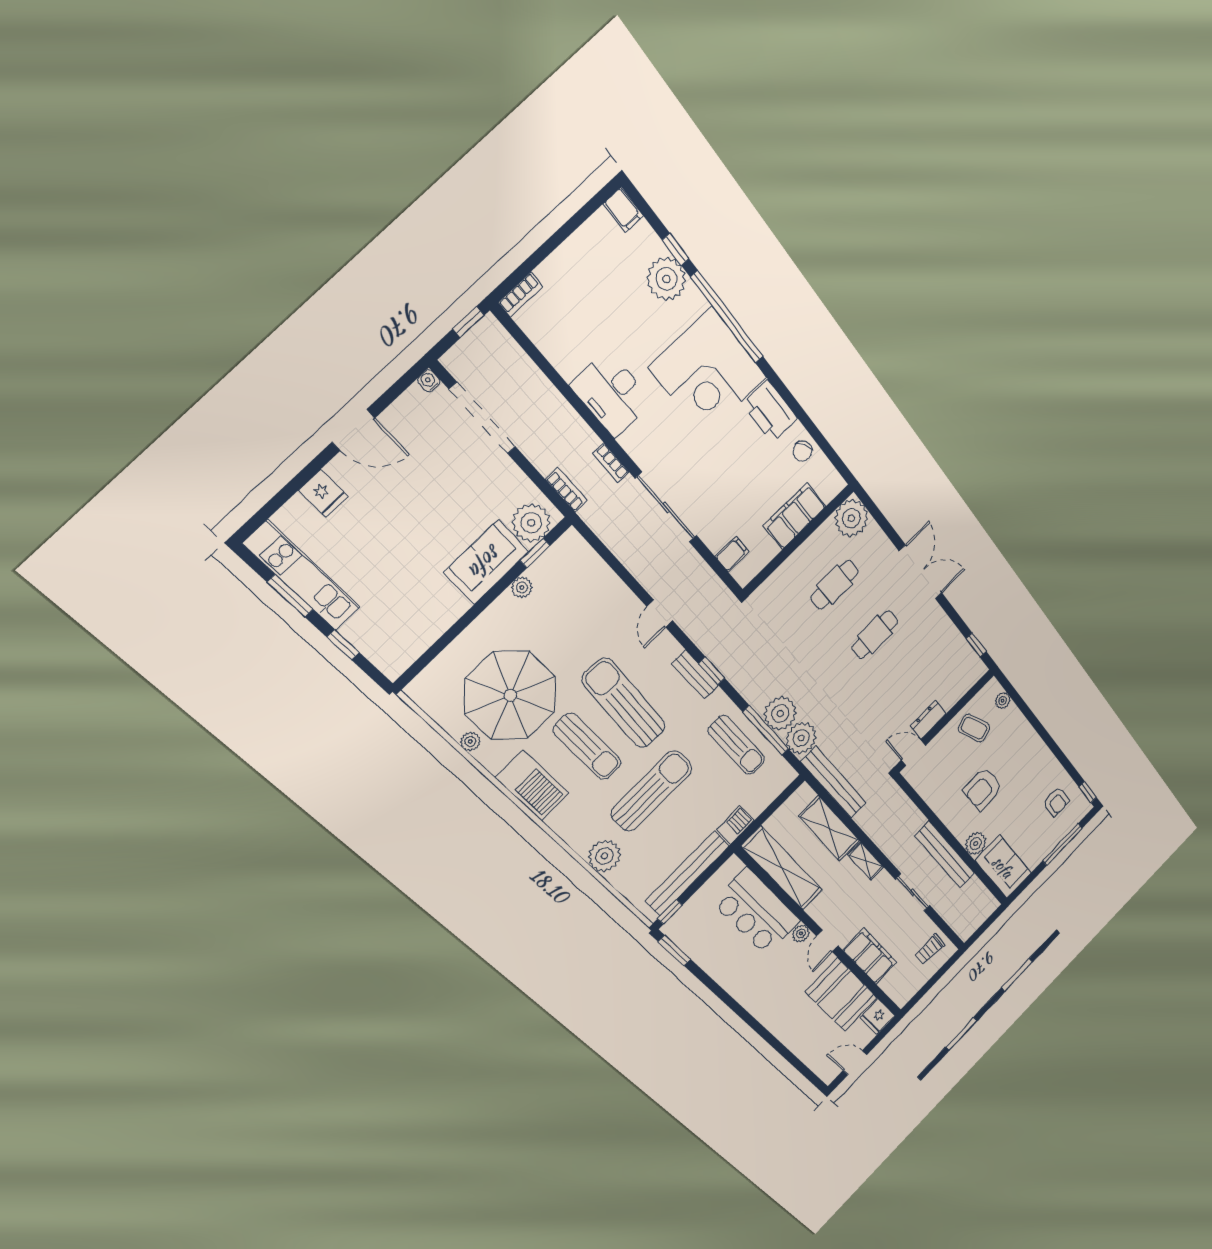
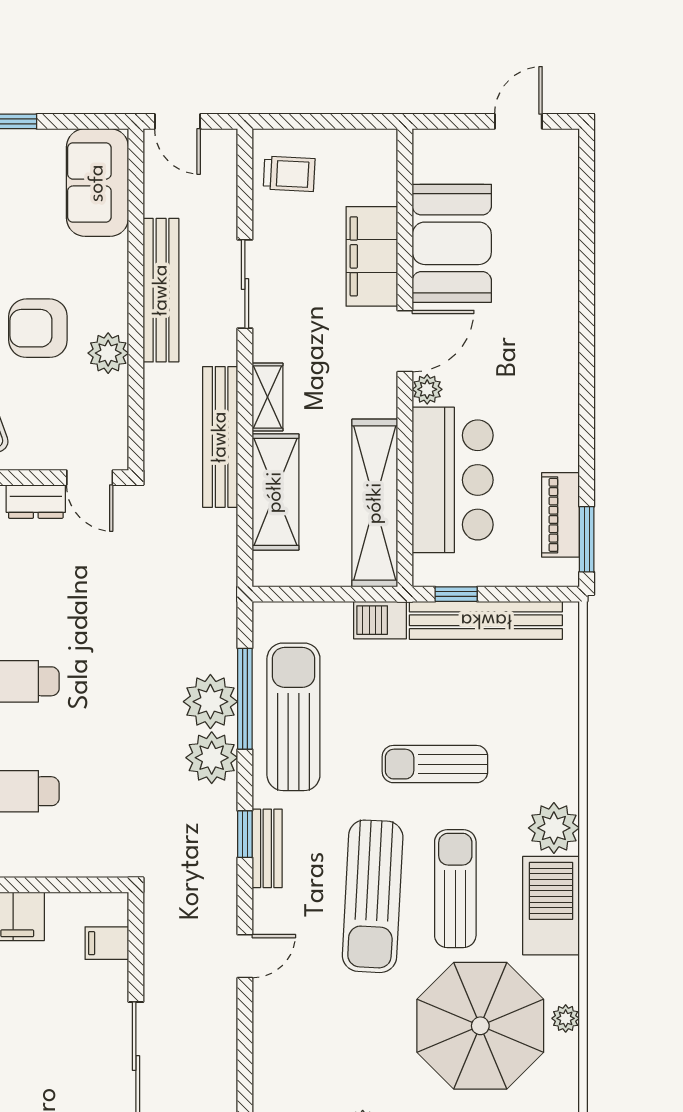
plant: (801, 738) -> (212, 758), moved
sun lounger: (737, 745) -> (293, 717), width x1.36, depth x1.34
bench: (834, 783) -> (220, 437), moved
armchair: (983, 789) -> (38, 328), turned 180
sun lounger: (652, 791) -> (435, 764), width x0.73, depth x0.75
plant: (976, 844) -> (108, 353), moved
plant: (604, 856) -> (554, 828), moved
window: (670, 912) -> (456, 594), moved
door: (990, 921) -> (177, 121), added
door: (827, 941) -> (405, 341), width x1.38
piano: (696, 948) -> (561, 515), added
fridge: (878, 1017) -> (435, 155), removed
door: (855, 1063) -> (518, 121), swing flipped

